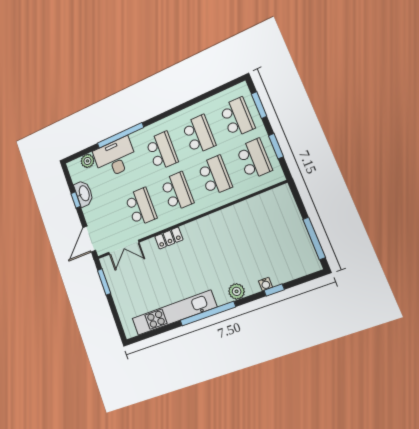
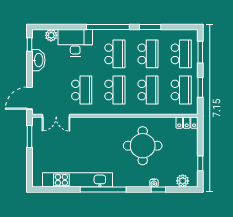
window: (190, 103) -> (150, 27), added
window: (120, 135) -> (108, 27), moved
window: (76, 200) -> (29, 44), moved
locker: (169, 238) -> (187, 123), moved
window: (314, 238) -> (200, 163), width x0.46
round table: (234, 244) -> (143, 146), added
plant: (237, 291) -> (183, 181), moved

